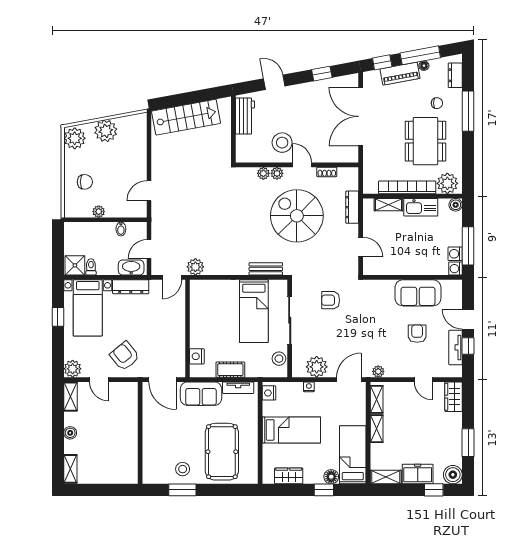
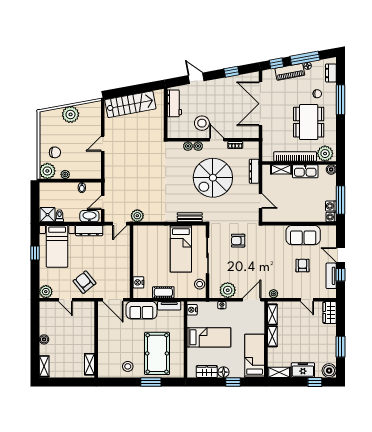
plant: (75, 138) -> (47, 171), moved
door: (149, 191) -> (103, 144), moved
spiral stairs: (297, 216) -> (213, 178), turned -90
shelving: (70, 397) -> (90, 364), moved
floor lamp: (331, 477) -> (224, 372), moved
window: (182, 490) -> (151, 382), moved

